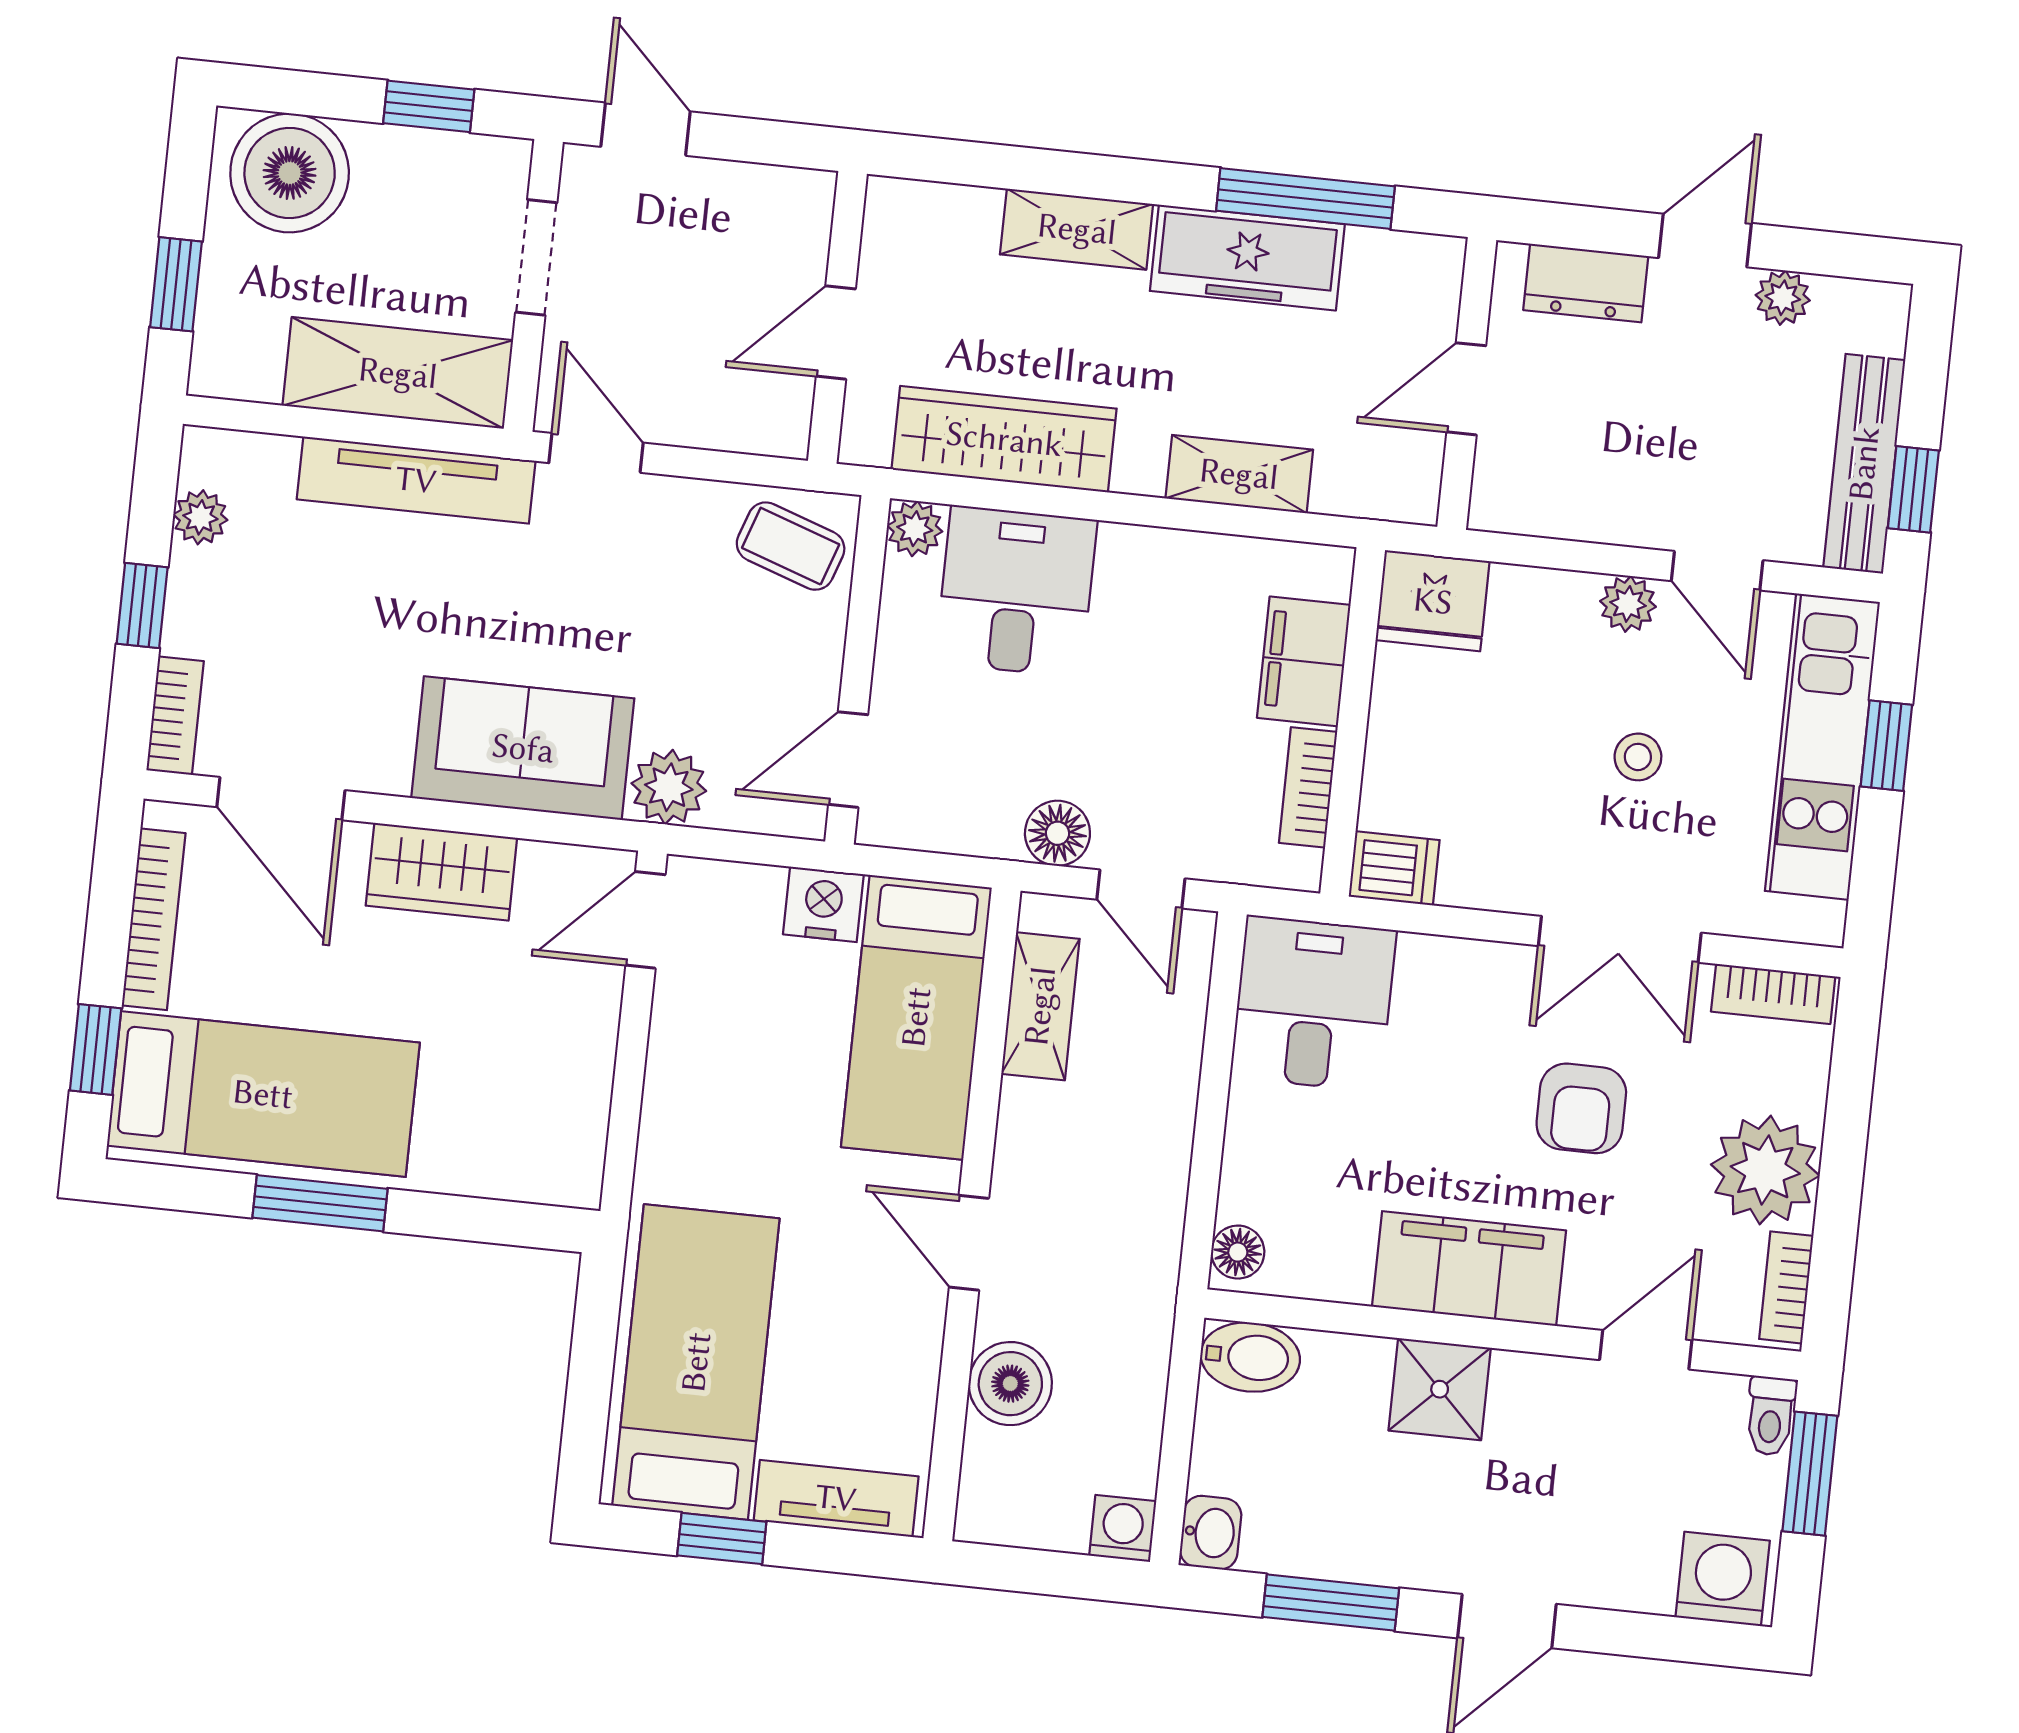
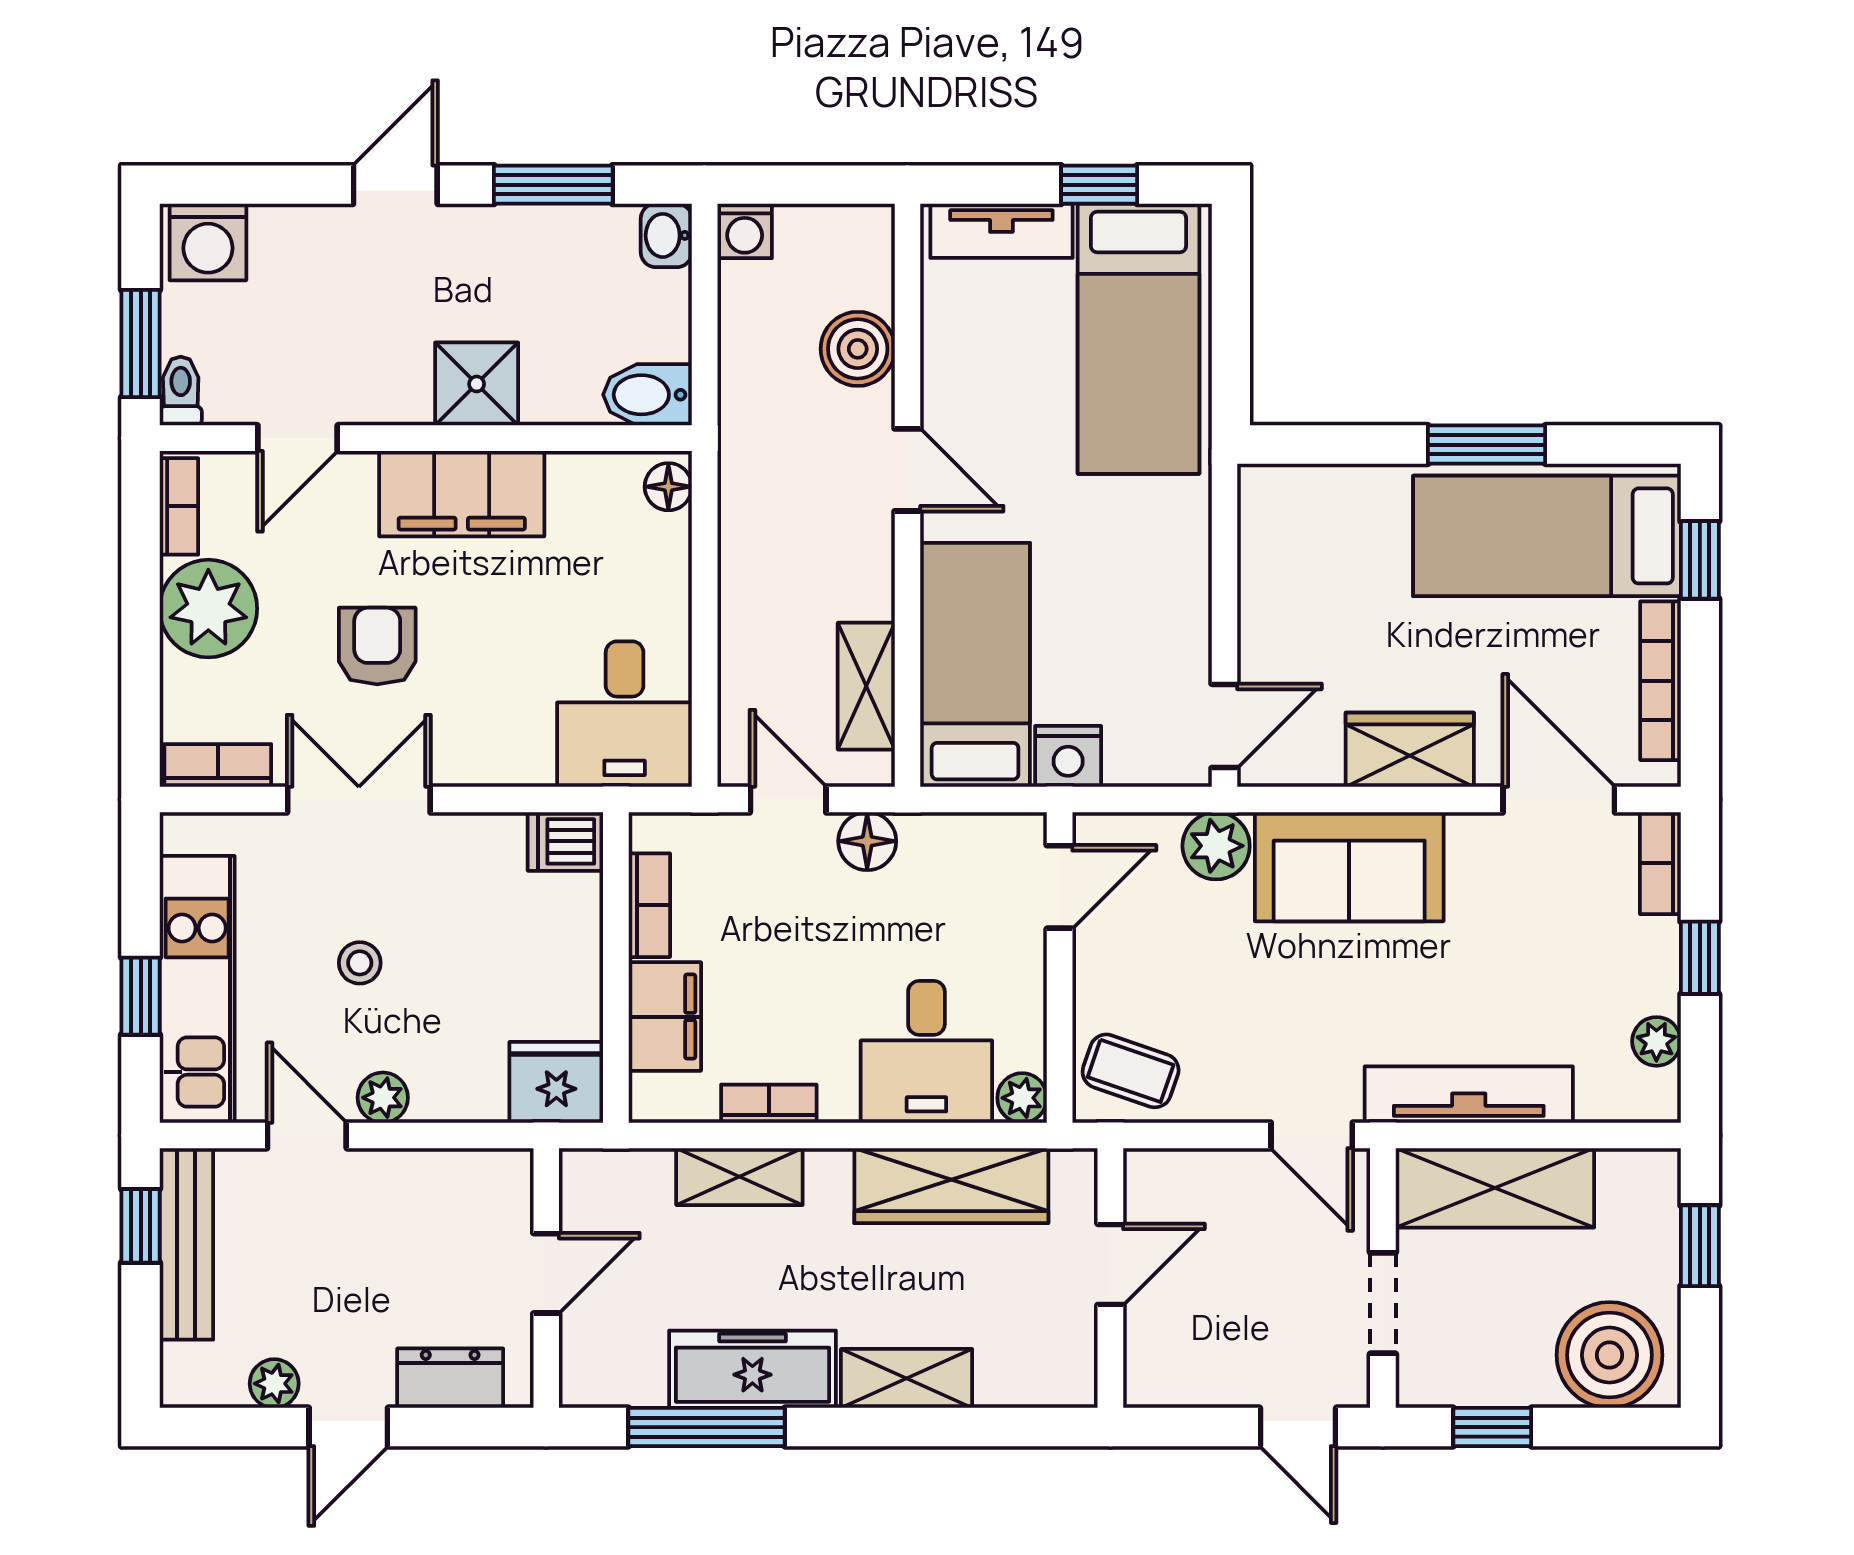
bookcase: (1198, 552) -> (769, 1104), added

